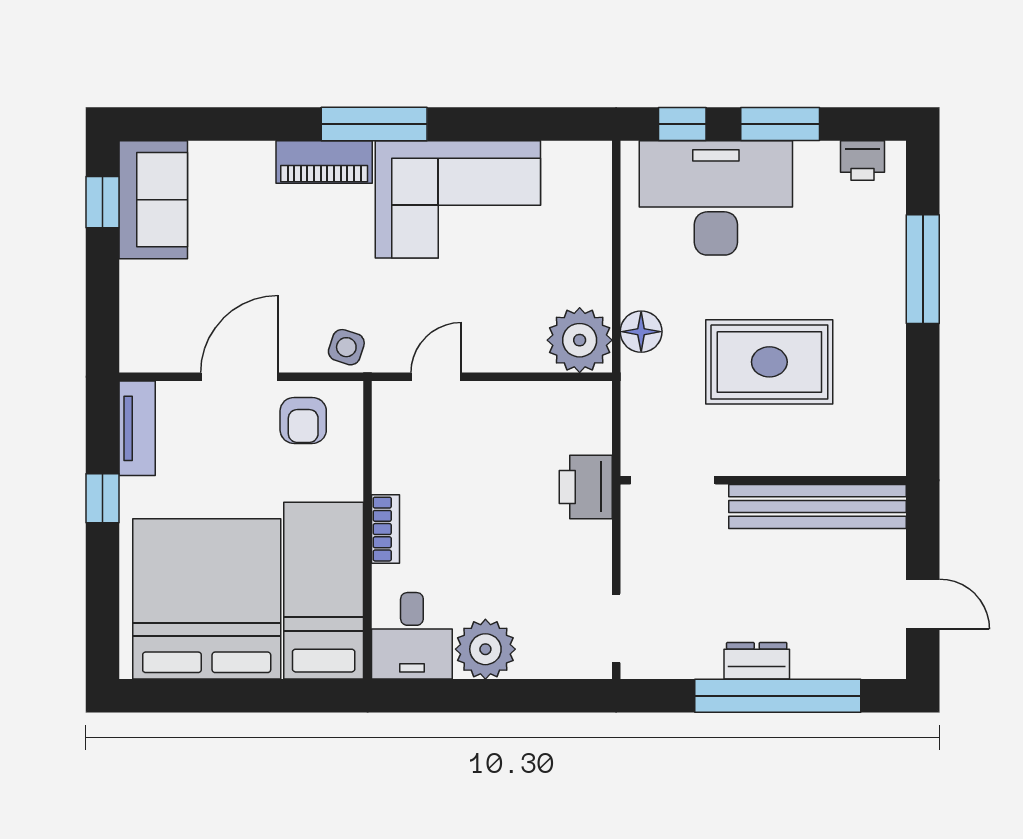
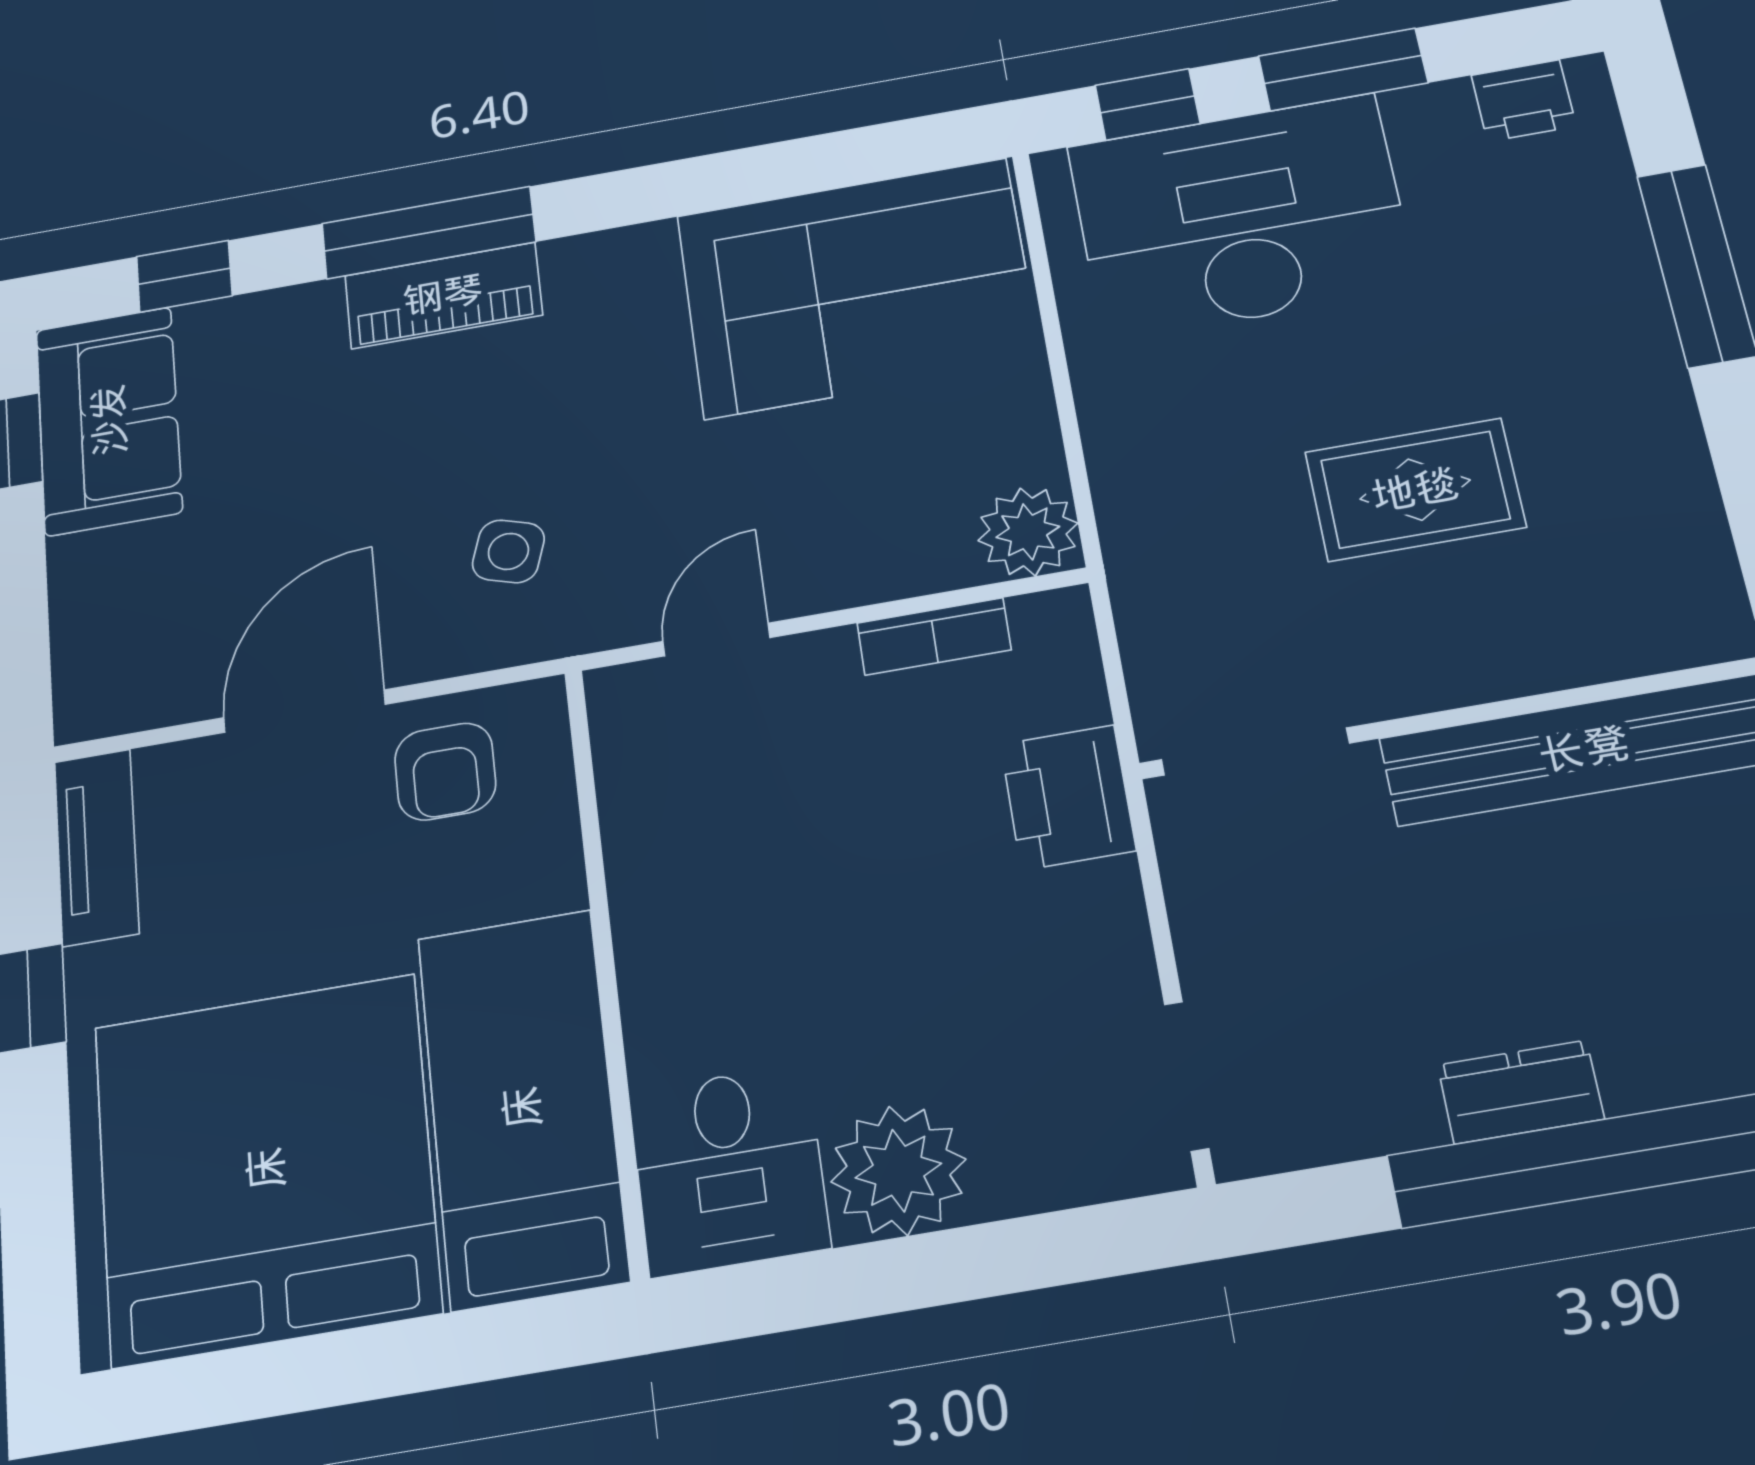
window: (195, 124) -> (184, 276), added
window: (374, 124) -> (429, 233), moved
corner sofa: (458, 199) -> (857, 287), moved
floor lamp: (641, 332) -> (1133, 481), removed
plant: (580, 340) -> (1028, 532), width x0.73, depth x0.73
side table: (346, 347) -> (508, 551), moved
rug: (769, 362) -> (1415, 490), width x0.73, depth x0.70
bookcase: (386, 529) -> (934, 636), moved, turned 90

